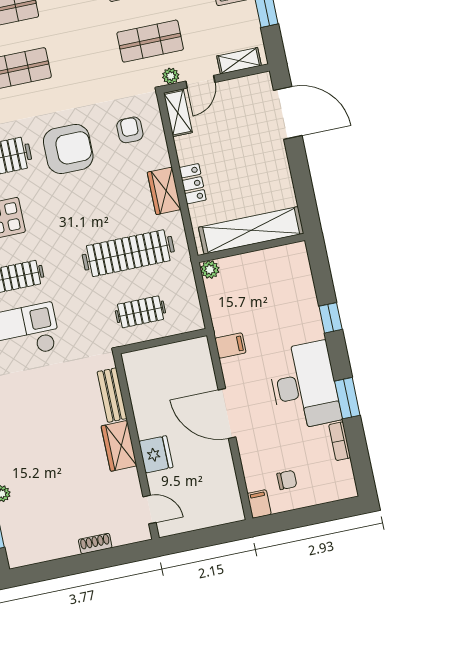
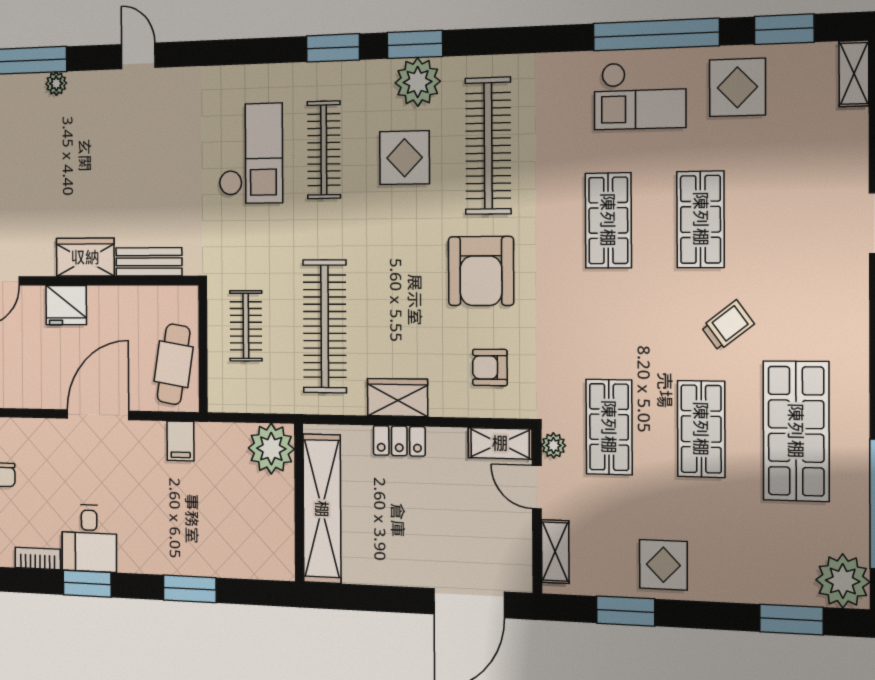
armchair: (130, 130) -> (490, 367), turned 180
plant: (210, 270) -> (271, 449), width x1.87, depth x1.87
window: (331, 318) -> (190, 589), width x1.50
cafe table: (179, 362) -> (174, 364), added
desk: (304, 386) -> (89, 538), width x0.53, depth x0.77

